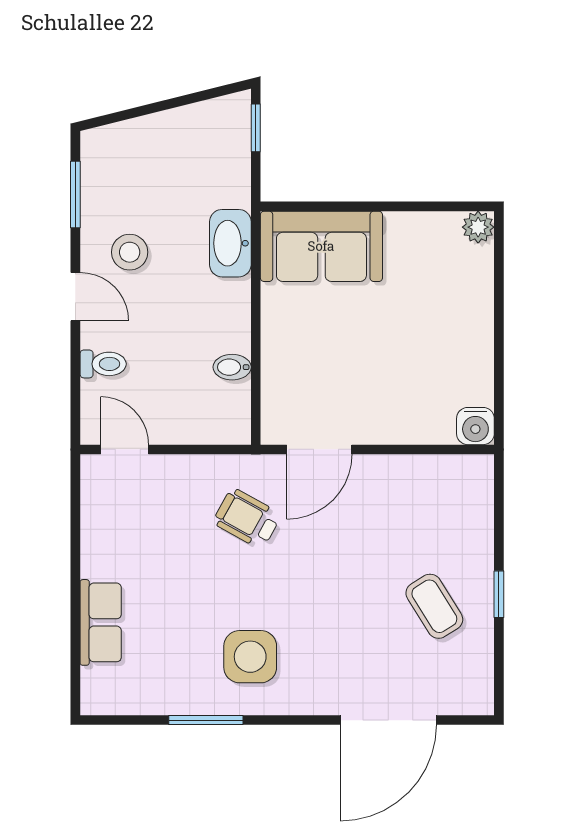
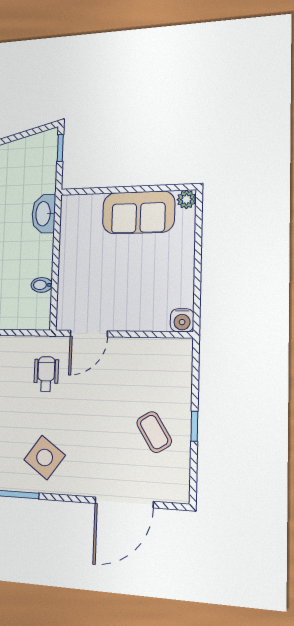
sofa: (321, 246) -> (138, 212), moved
wheelchair: (247, 518) -> (46, 374), turned 61
side table: (250, 657) -> (45, 457), turned 36

